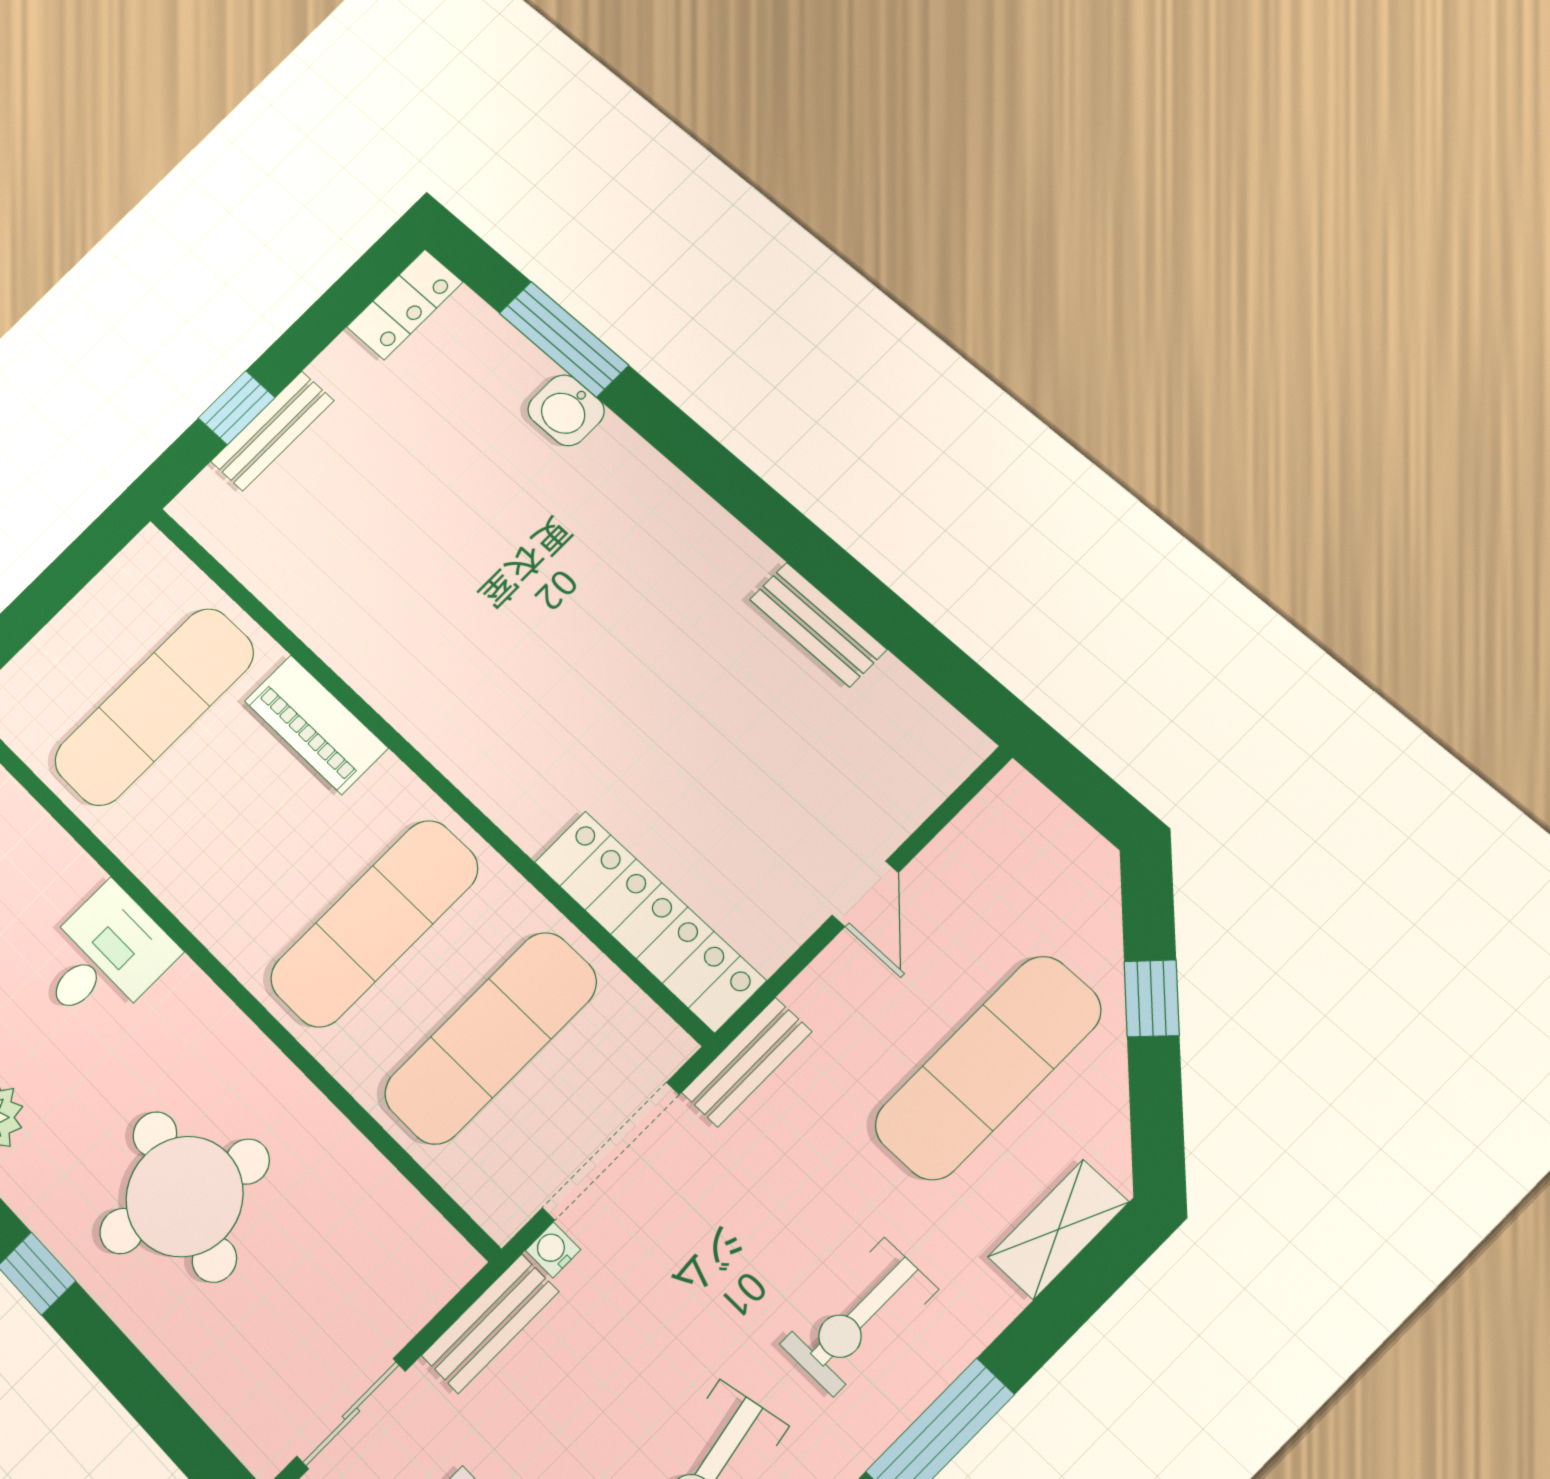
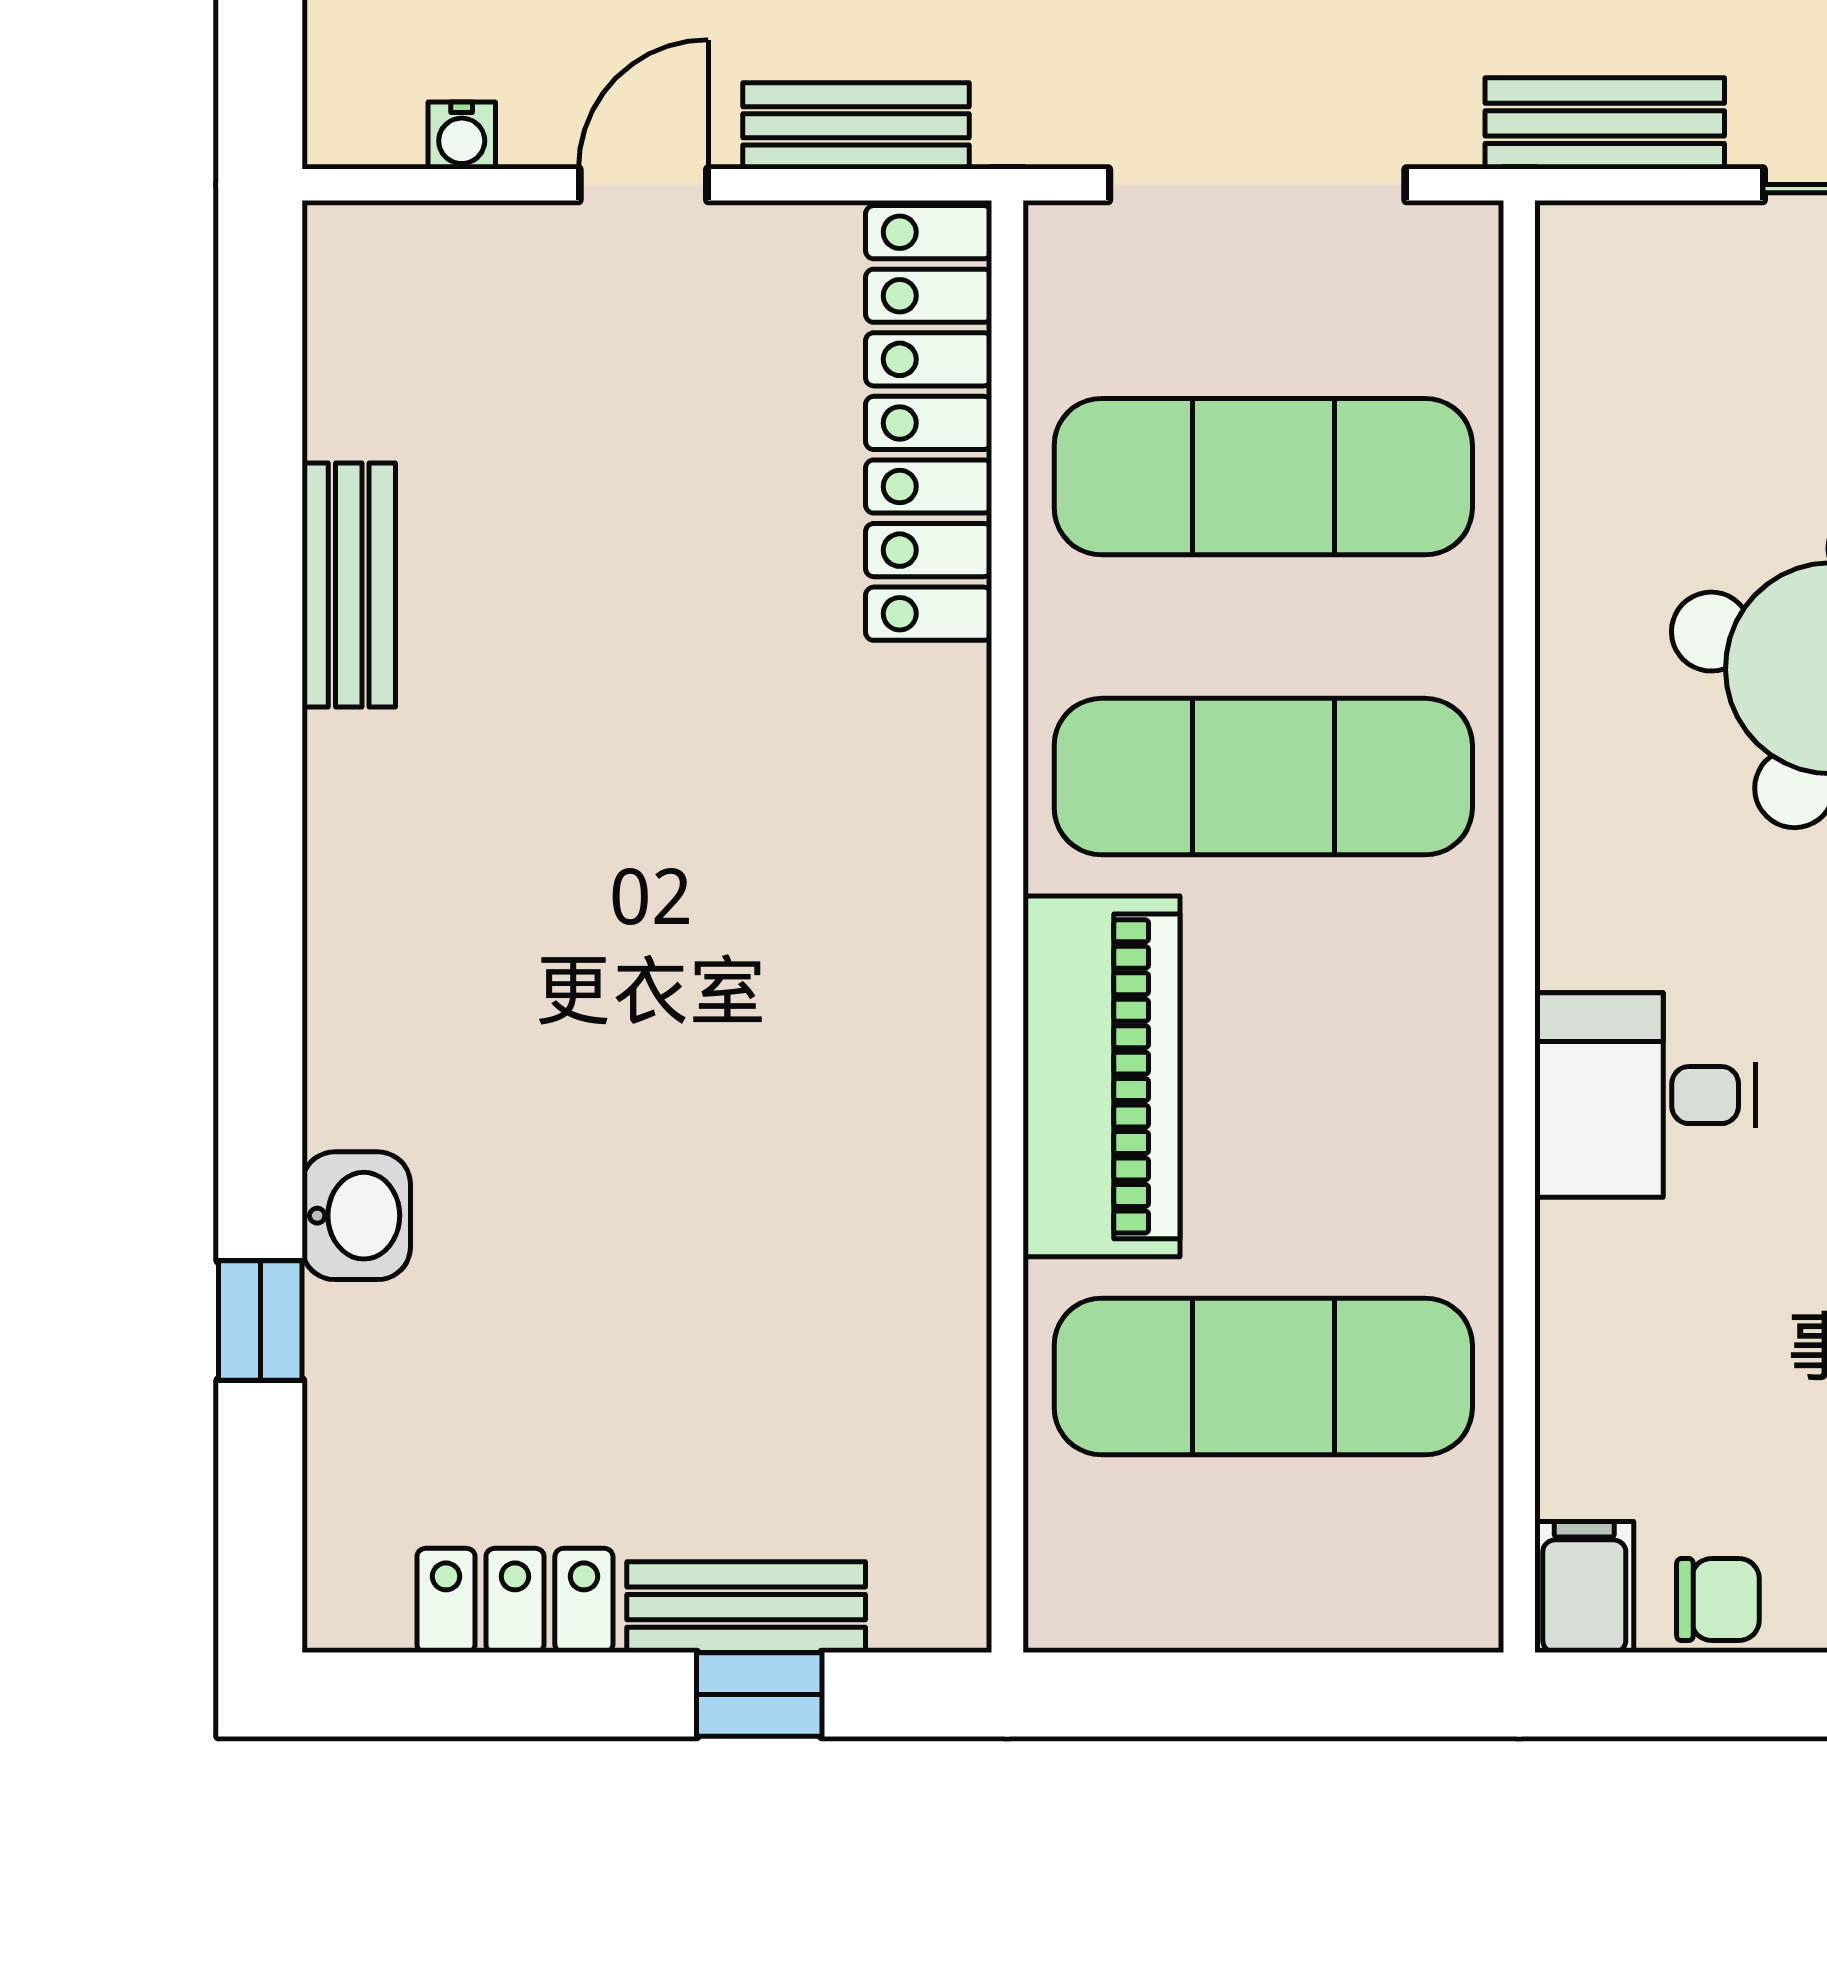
locker: (405, 304) -> (515, 1600), moved
window: (564, 339) -> (260, 1320), width x0.46
piano: (316, 724) -> (1101, 1076), width x1.37, depth x1.33
bench: (747, 1062) -> (856, 126), moved
water cooler: (553, 1250) -> (462, 135), moved

